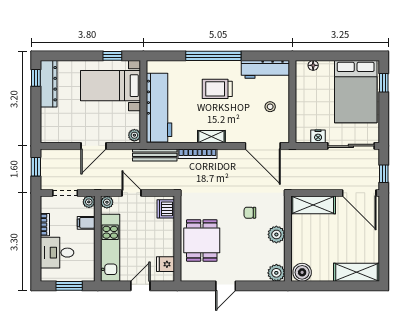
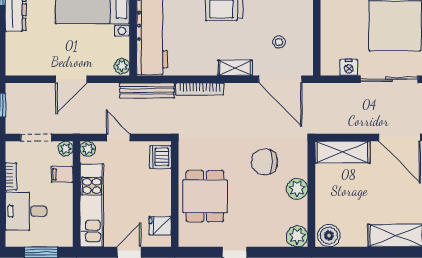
stool: (270, 107) -> (279, 42), moved
shelving: (211, 137) -> (235, 68), moved
chair: (250, 213) -> (264, 162), width x1.87, depth x1.87

